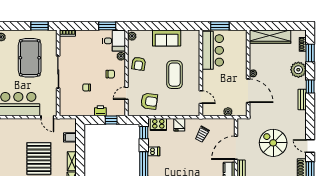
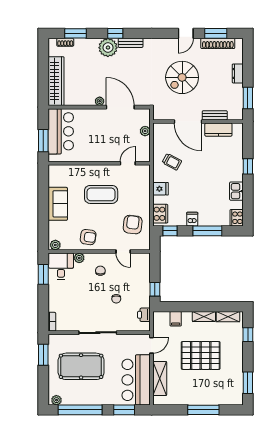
bar counter: (213, 50) -> (61, 131), moved, turned 90
plant: (298, 70) -> (108, 48), moved
door: (248, 91) -> (120, 107), hinge flipped
printer: (100, 111) -> (144, 315), moved
window: (111, 120) -> (155, 289), moved
shelving: (19, 124) -> (160, 379), added

